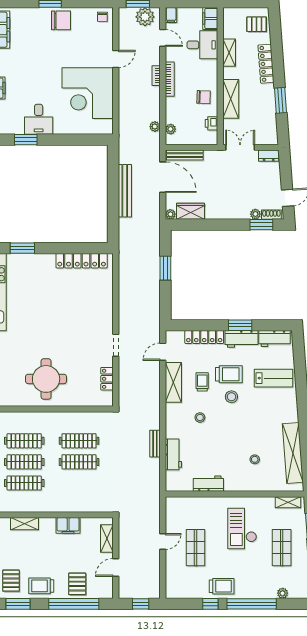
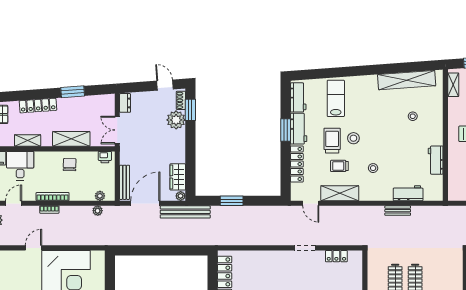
door: (116, 59) -> (33, 248), hinge flipped
printer: (212, 123) -> (105, 157), moved
bench: (125, 191) -> (185, 212), moved
plant: (255, 214) -> (176, 120), width x1.87, depth x1.87

